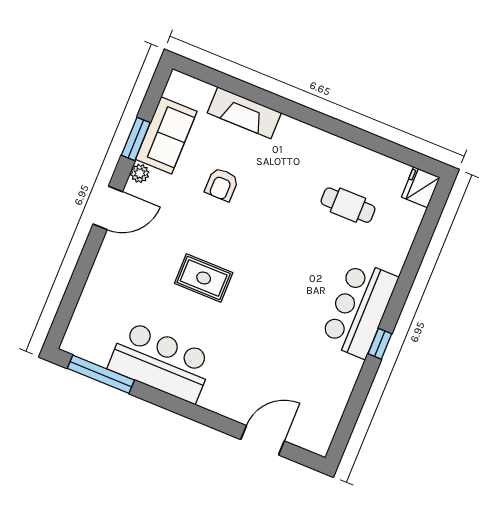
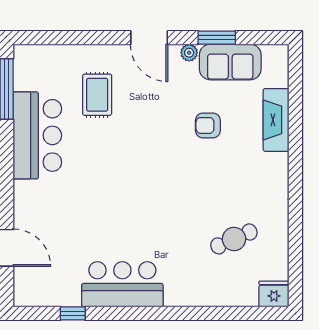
cafe table: (348, 205) -> (234, 239), turned 66
rug: (204, 278) -> (97, 95), moved
bar counter: (359, 309) -> (122, 284), moved
window: (380, 344) -> (73, 313), moved

